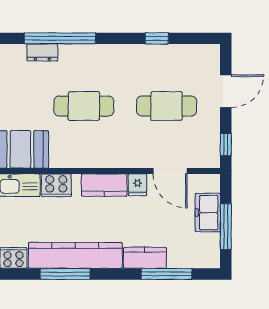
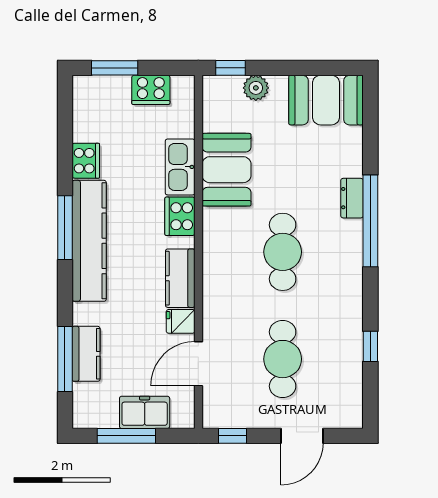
door: (226, 91) -> (302, 436), hinge flipped
kitchen counter: (145, 258) -> (86, 354), moved

